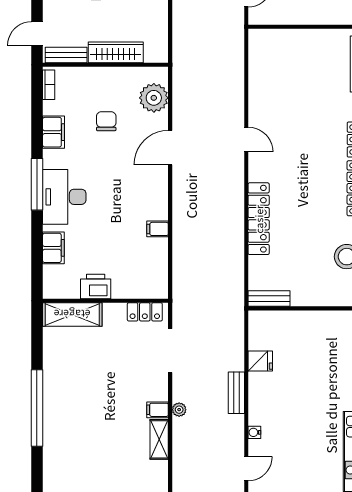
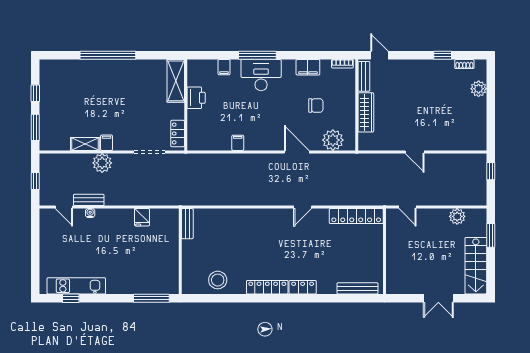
window: (37, 184) -> (257, 55), moved
locker: (259, 219) -> (356, 216), moved
filing cabinet: (53, 248) -> (224, 67), width x0.50
bench: (236, 393) -> (89, 200), moved
plant: (179, 410) -> (102, 163), width x1.88, depth x1.88

